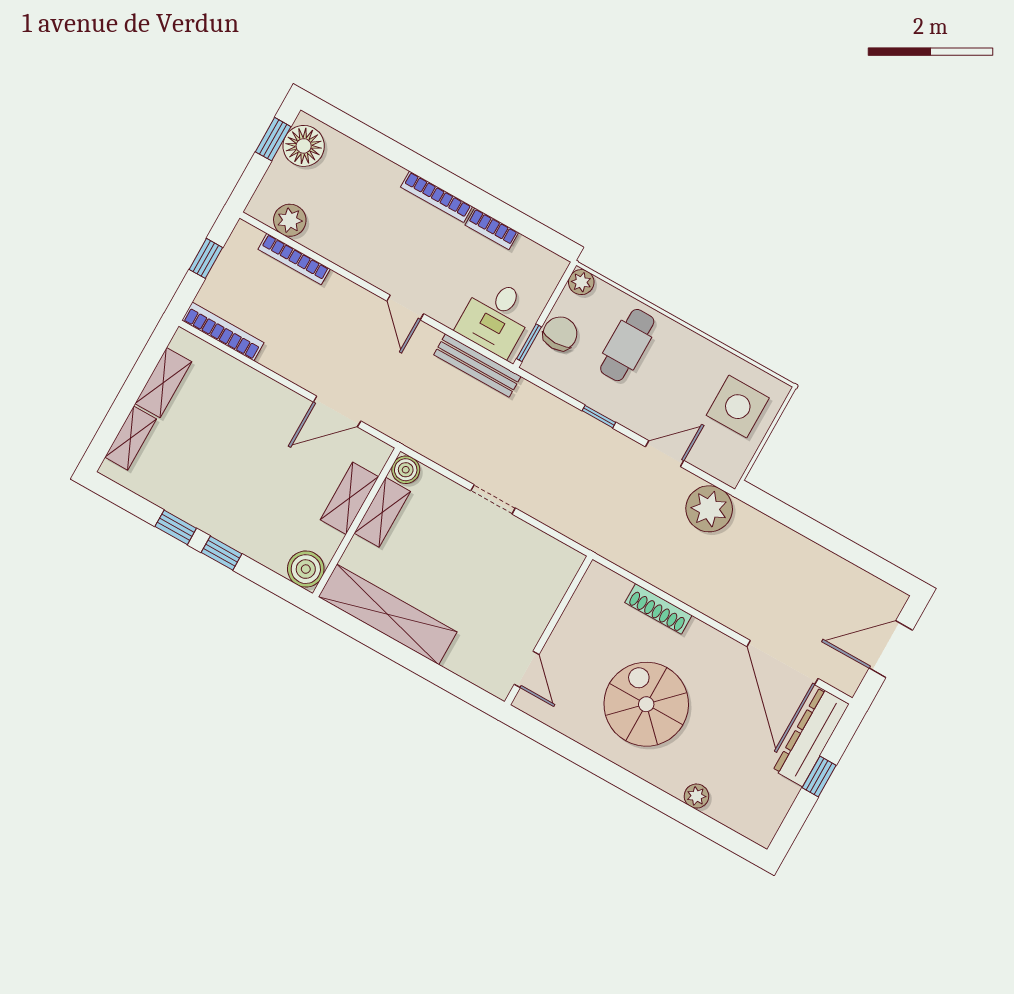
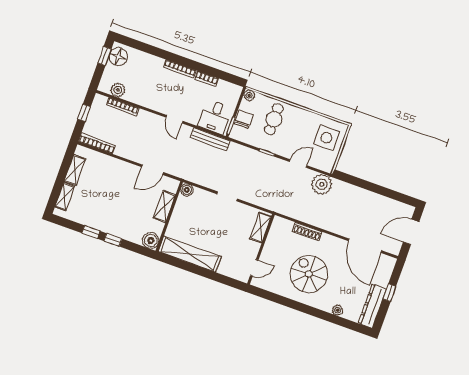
shelving: (382, 512) -> (260, 227), moved
door: (527, 669) -> (254, 268), hinge flipped
dresser: (811, 737) -> (372, 306), moved

